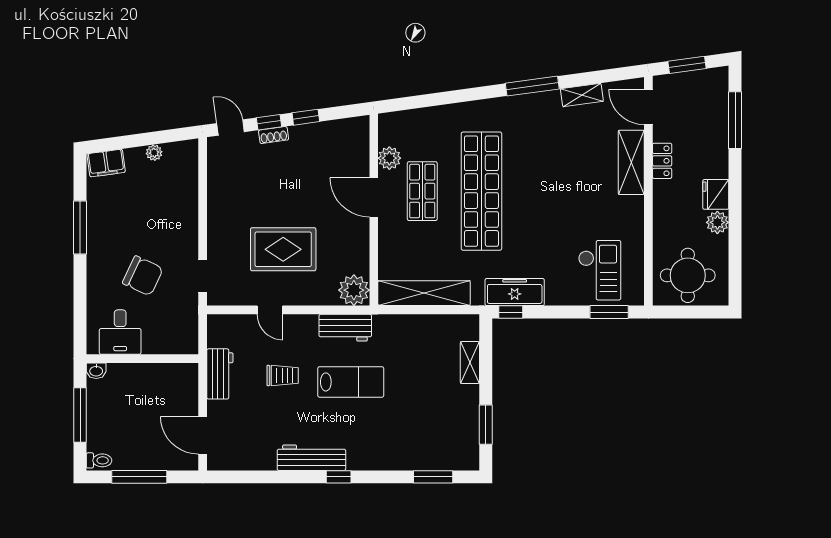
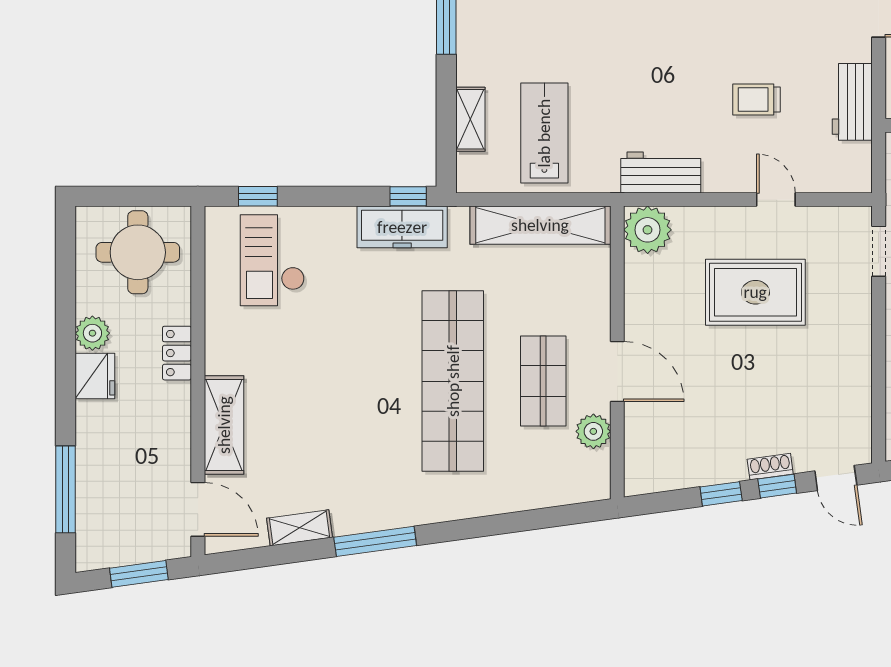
locker: (662, 161) -> (177, 353), moved
window: (609, 312) -> (258, 196), width x0.67
lab bench: (351, 382) -> (544, 133), moved, turned 90

